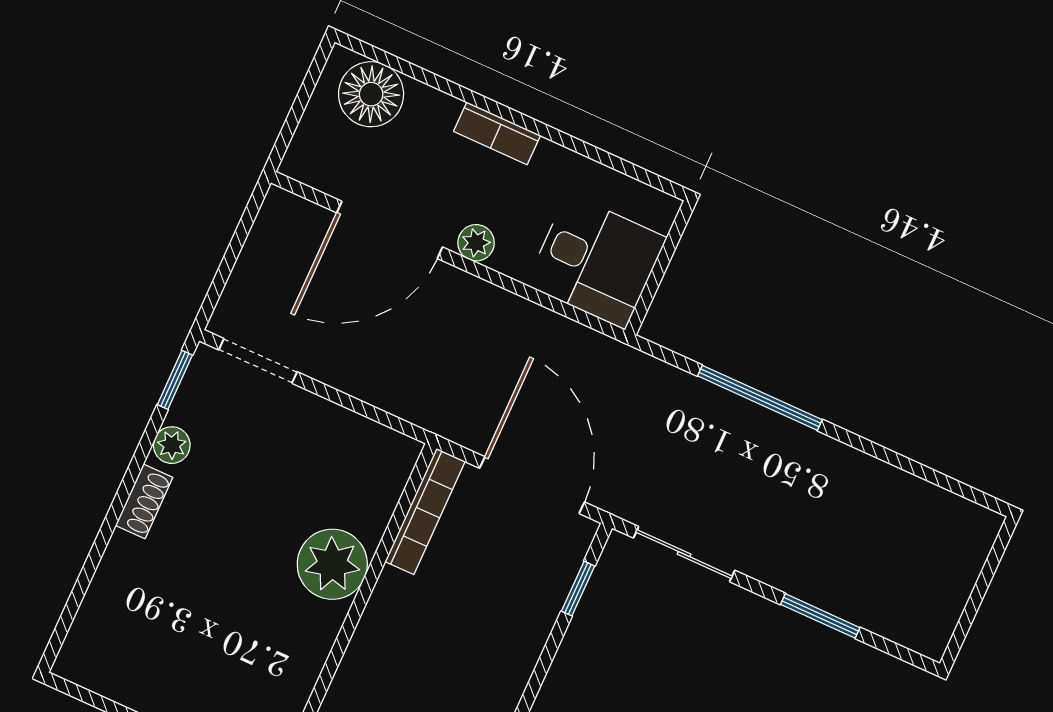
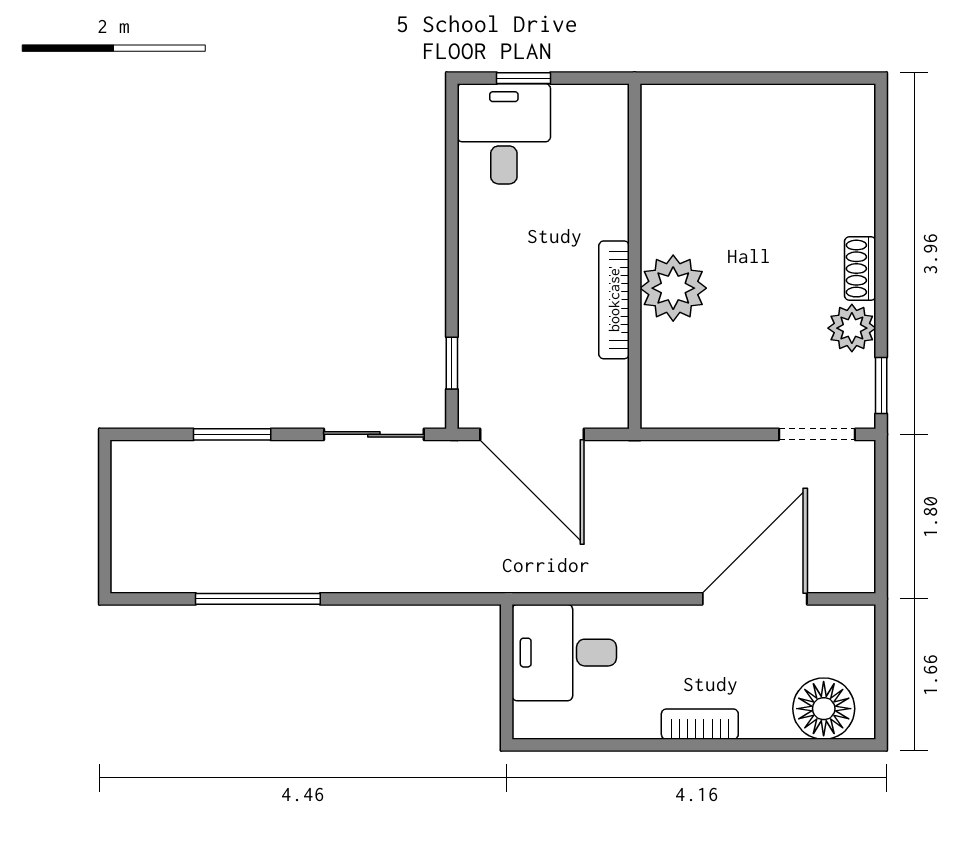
plant: (476, 243) -> (675, 621), removed
window: (760, 398) -> (258, 599), moved
plant: (172, 445) -> (852, 328), width x1.38, depth x1.38
bookcase: (425, 511) -> (614, 300), moved

